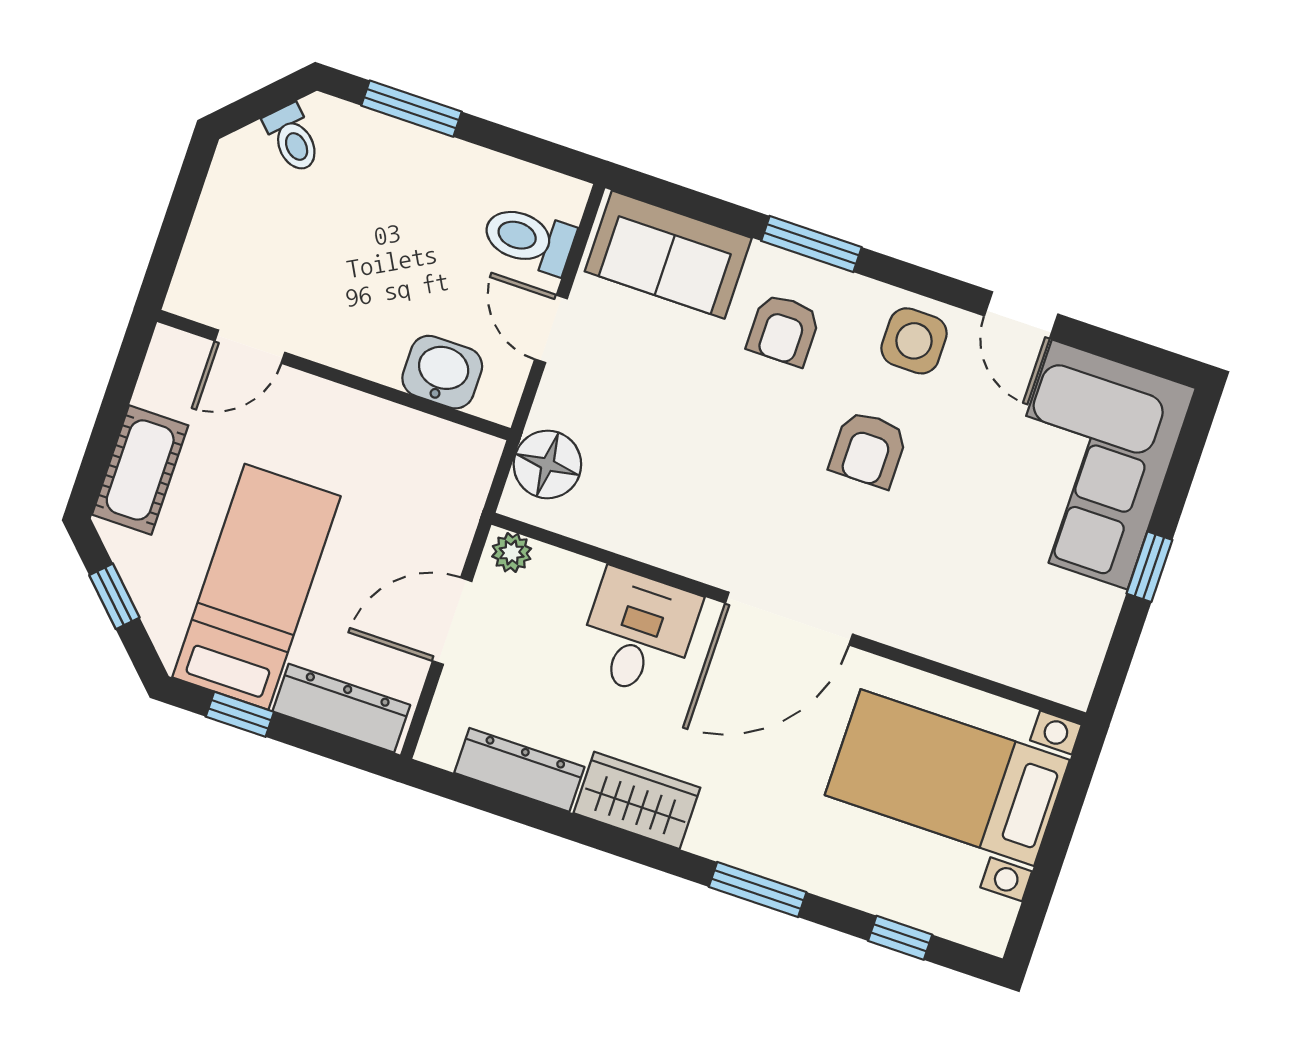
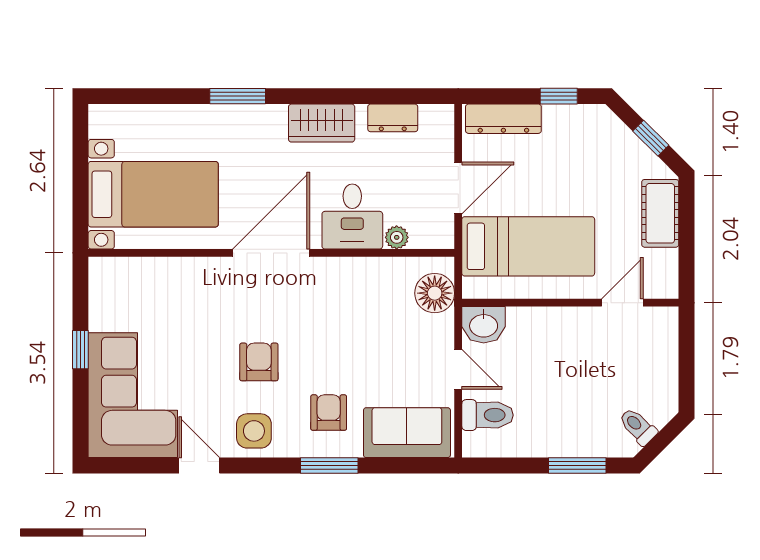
washbasin: (442, 372) -> (484, 325), moved
plant: (512, 553) -> (397, 237), moved
bed: (257, 587) -> (528, 246), moved, turned -90
dresser: (519, 770) -> (393, 118), width x0.70
window: (900, 938) -> (149, 96), removed

